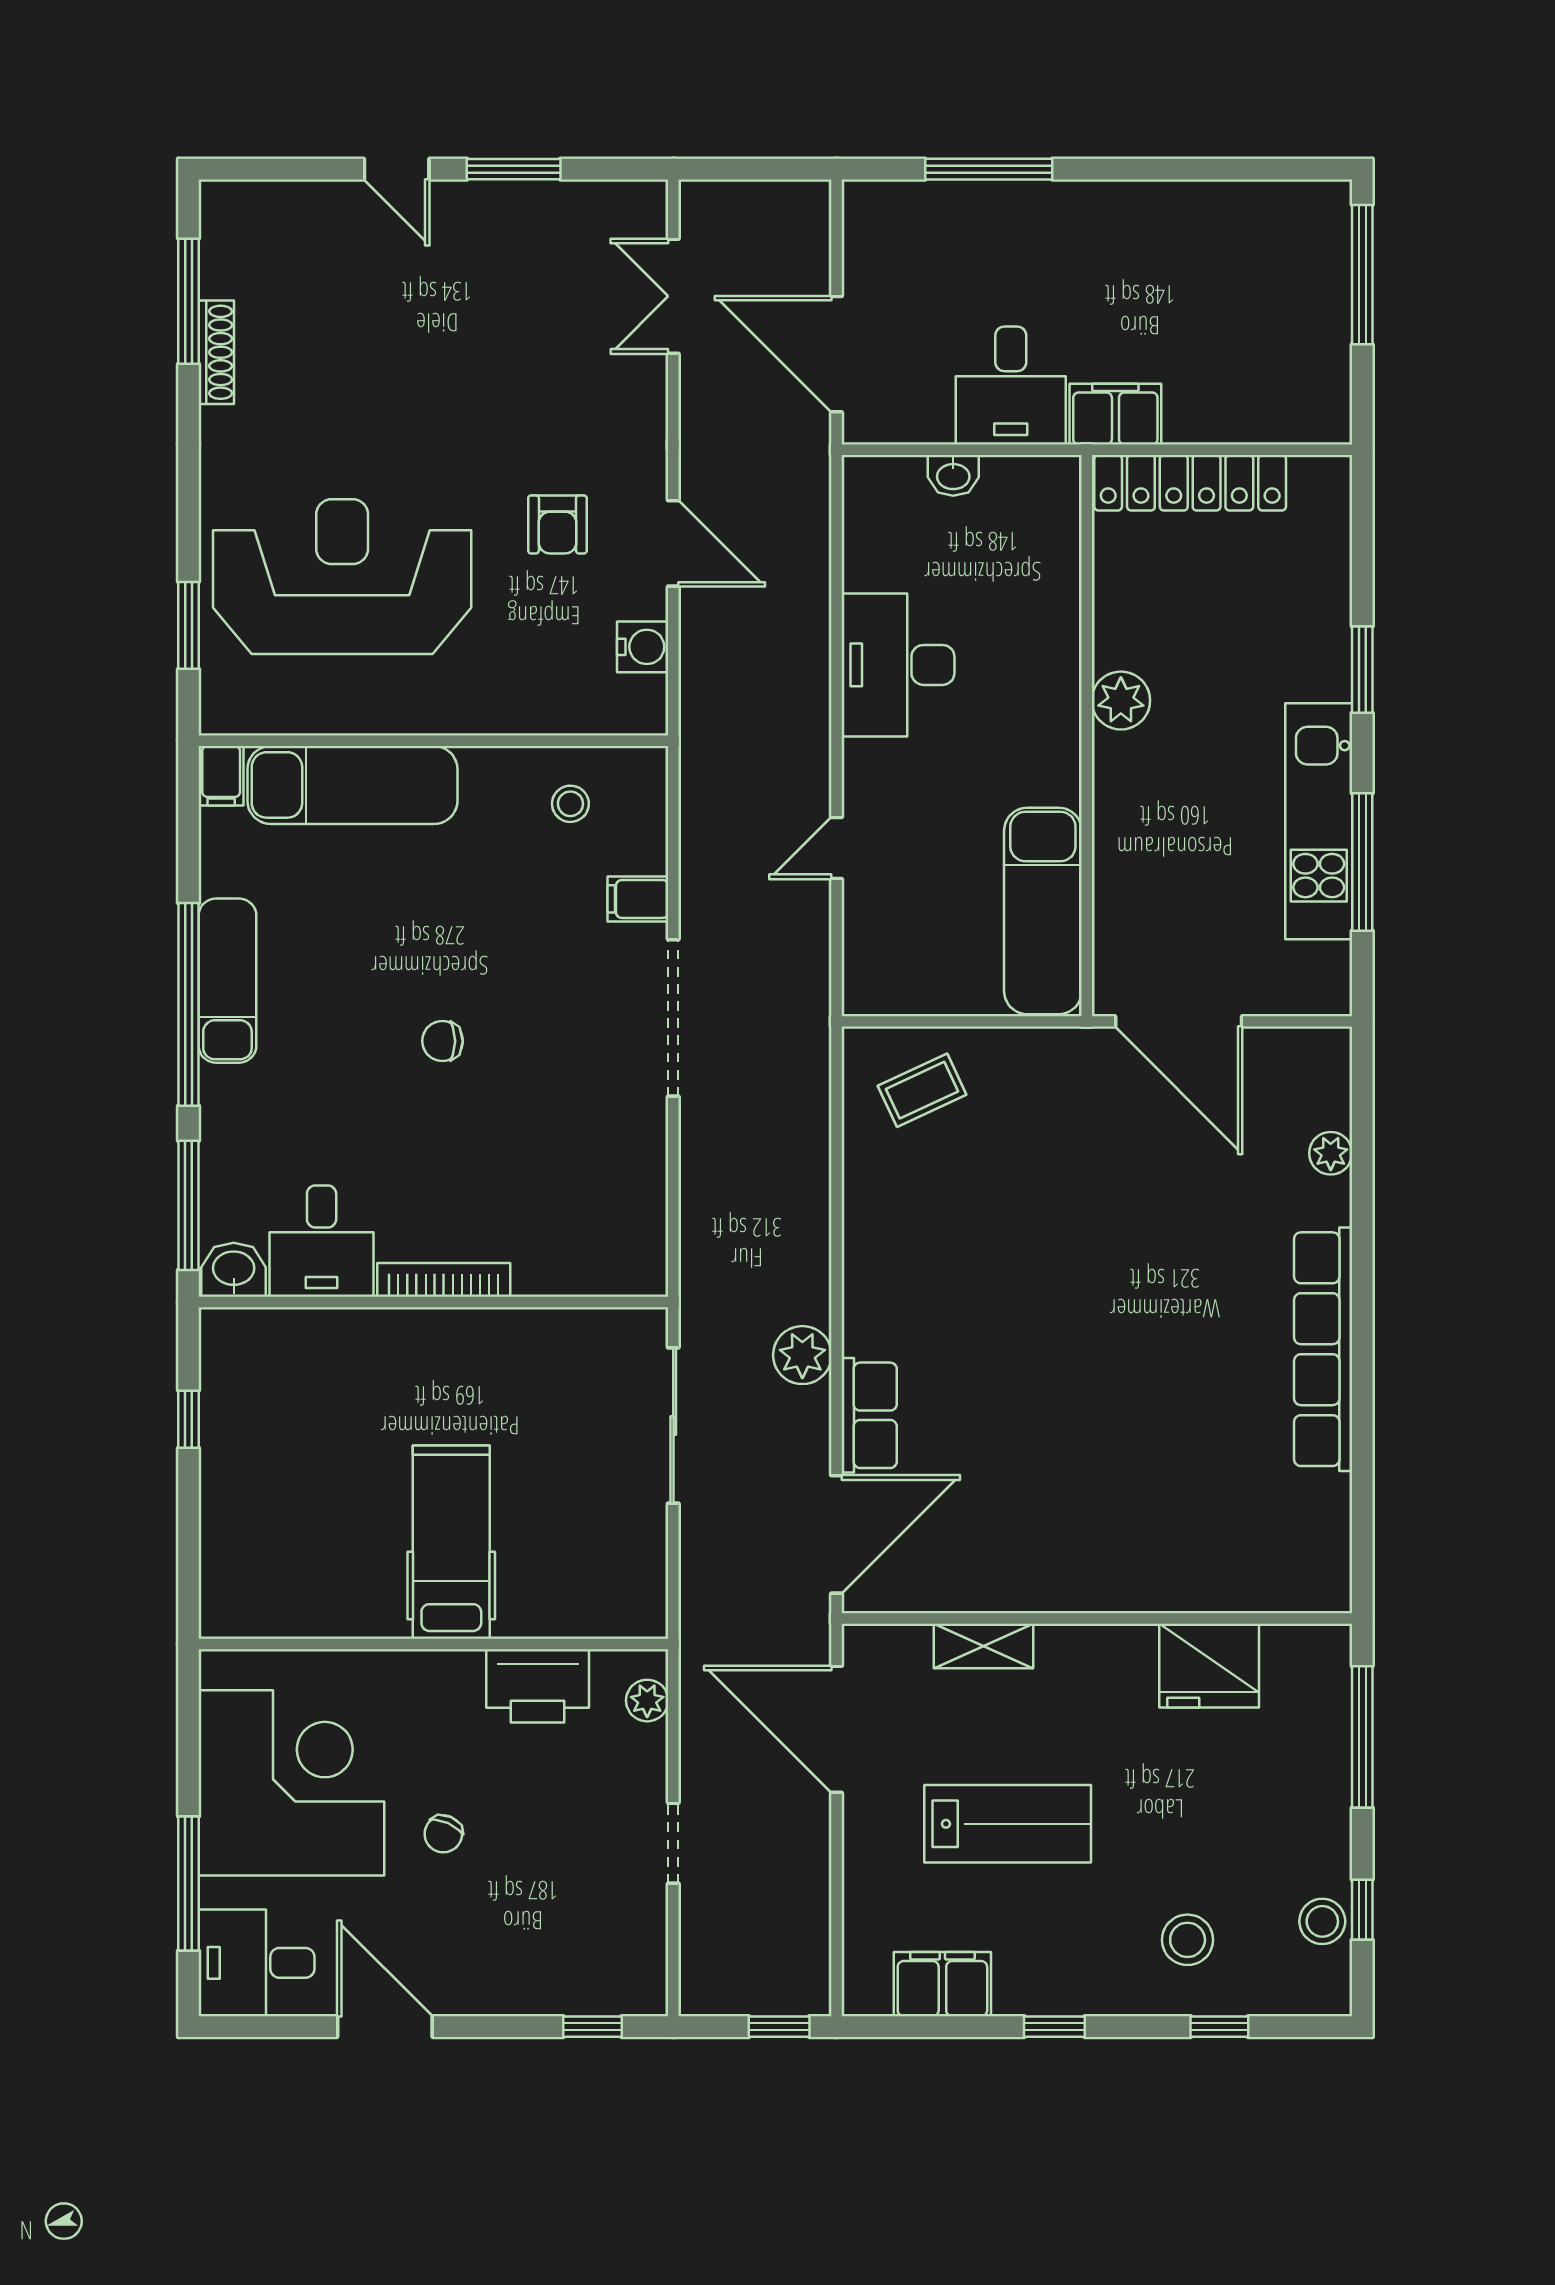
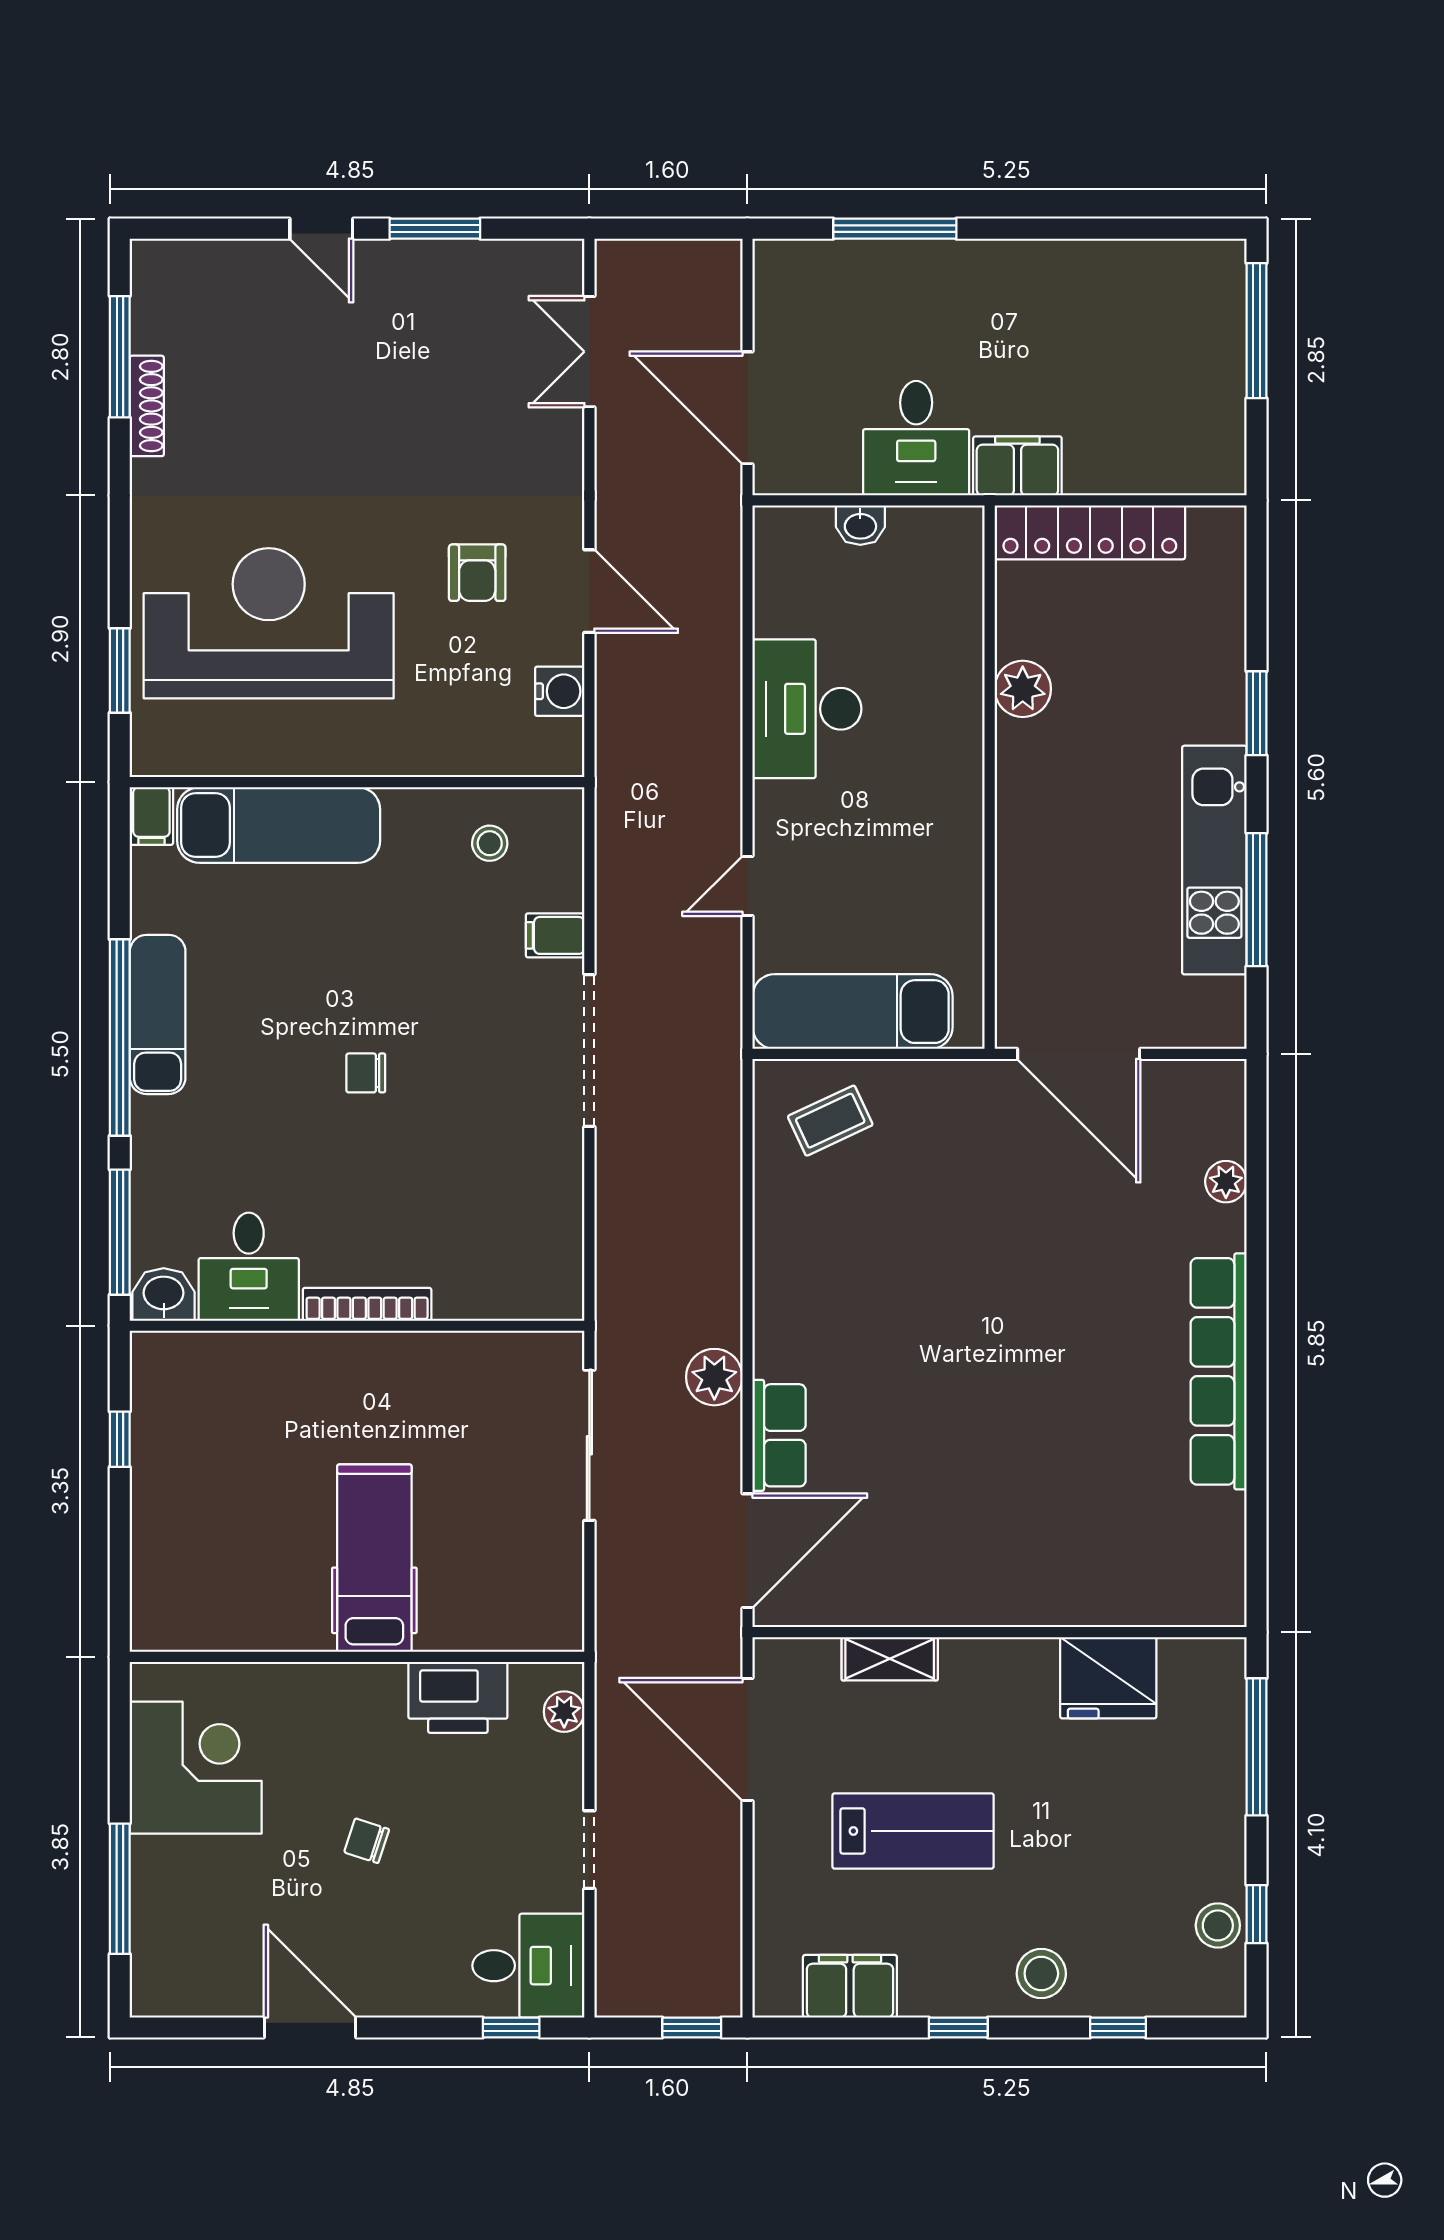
plant: (1121, 701) -> (1023, 689), moved
exam couch: (1043, 911) -> (853, 1012), moved, turned 90
corner desk: (291, 1783) -> (196, 1768), width x0.74, depth x0.74
chair: (443, 1834) -> (367, 1841), turned 84
stool: (1188, 1940) -> (1041, 1974), moved
desk: (257, 1963) -> (528, 1966), moved, turned 180

